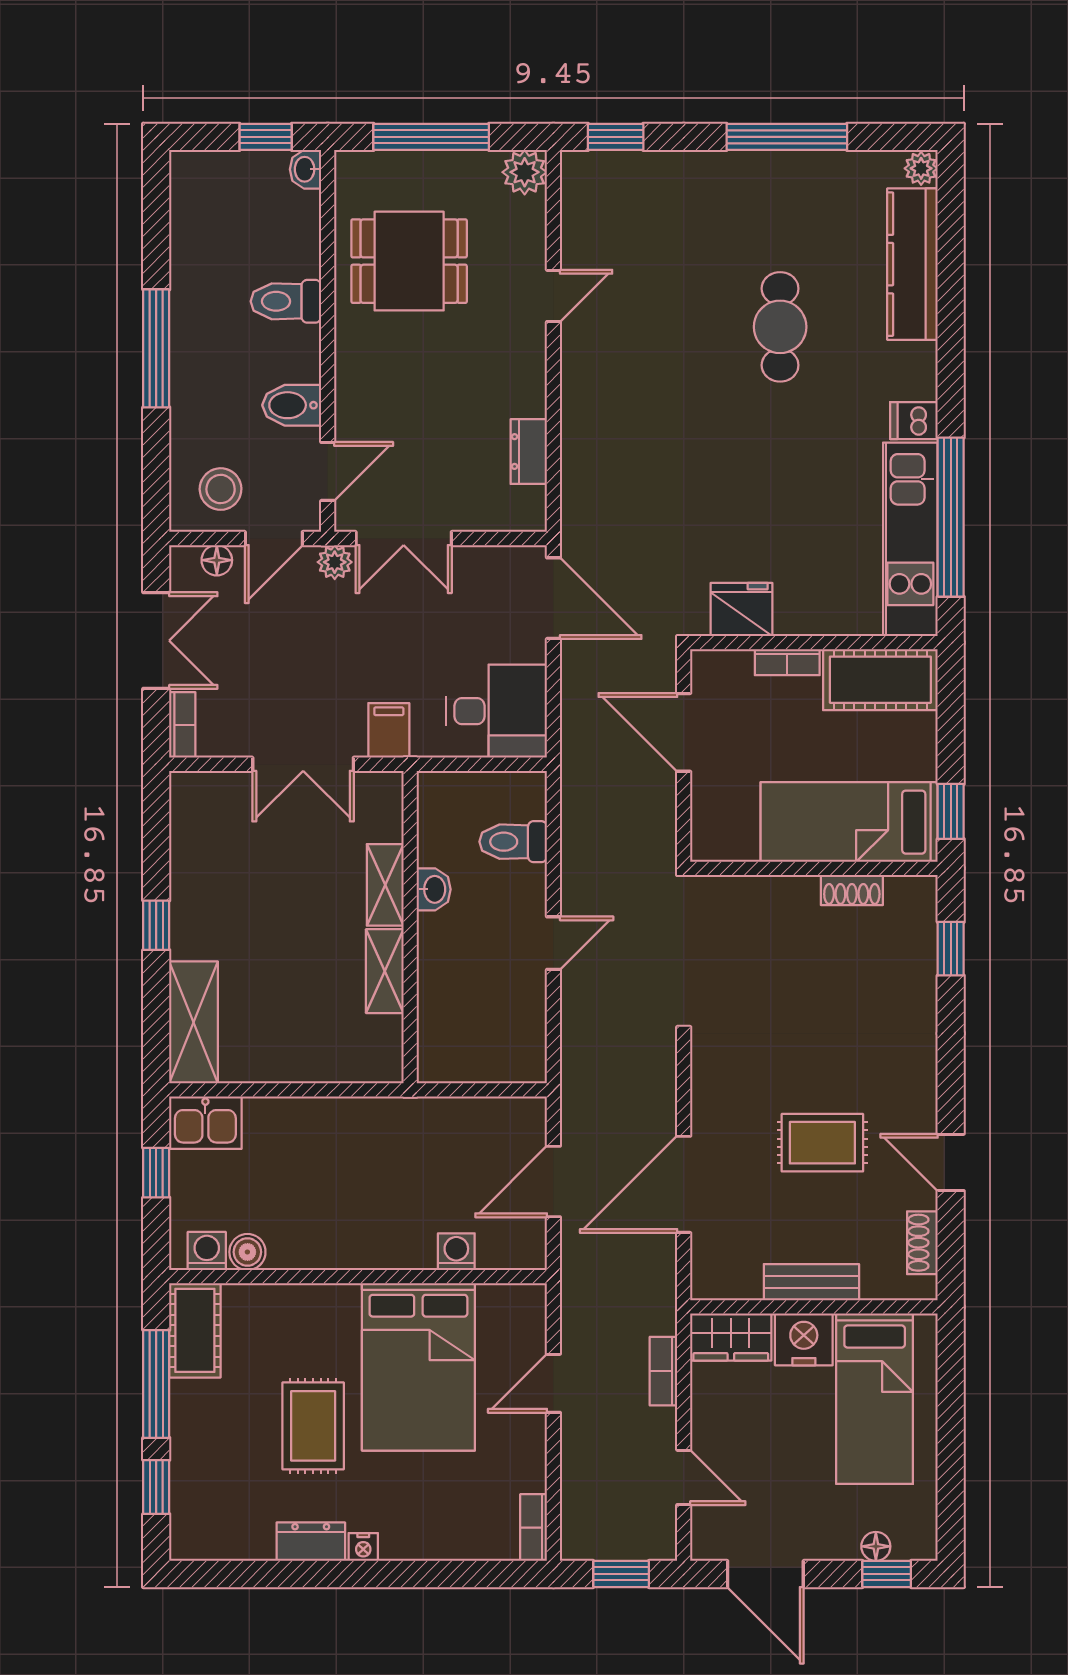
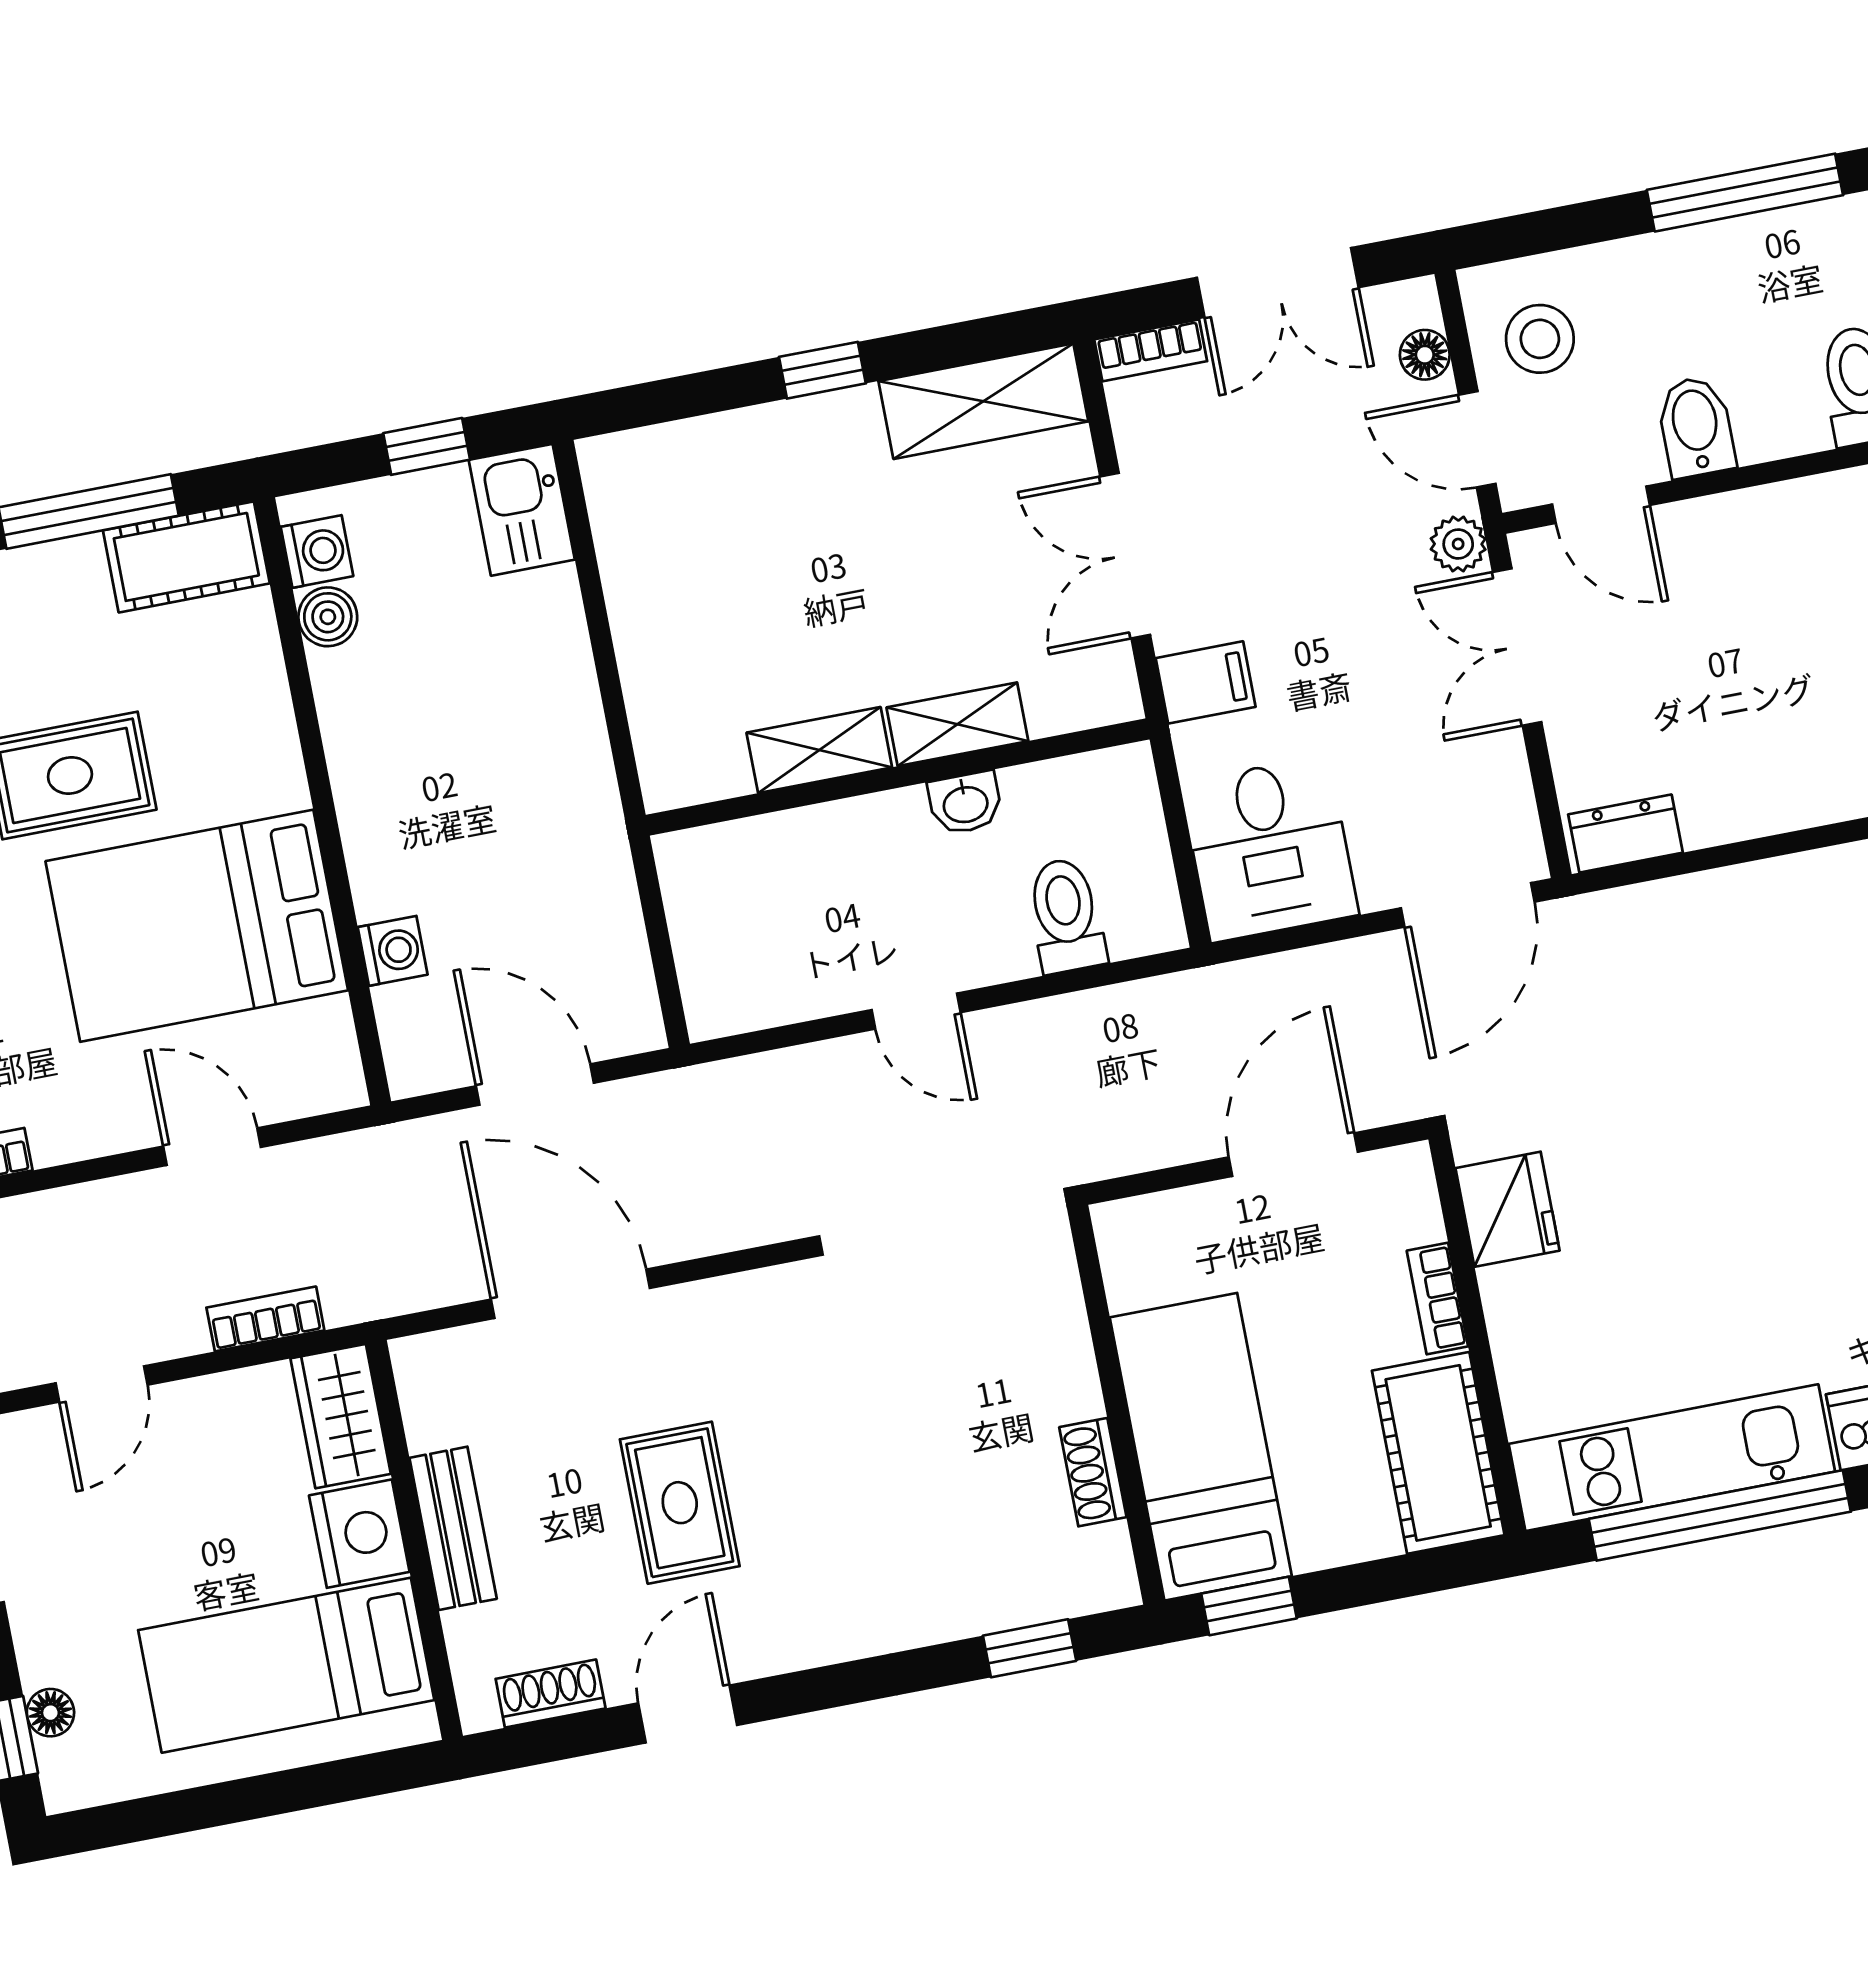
dresser: (529, 452) -> (1625, 834), moved
shelving: (194, 1022) -> (983, 401), moved

